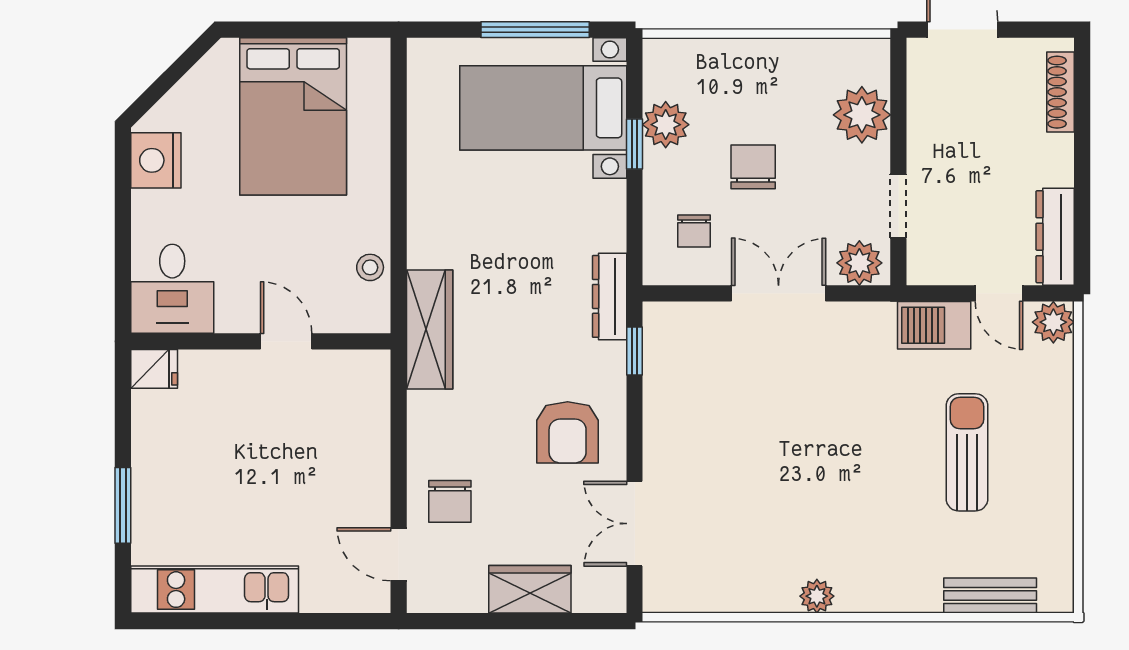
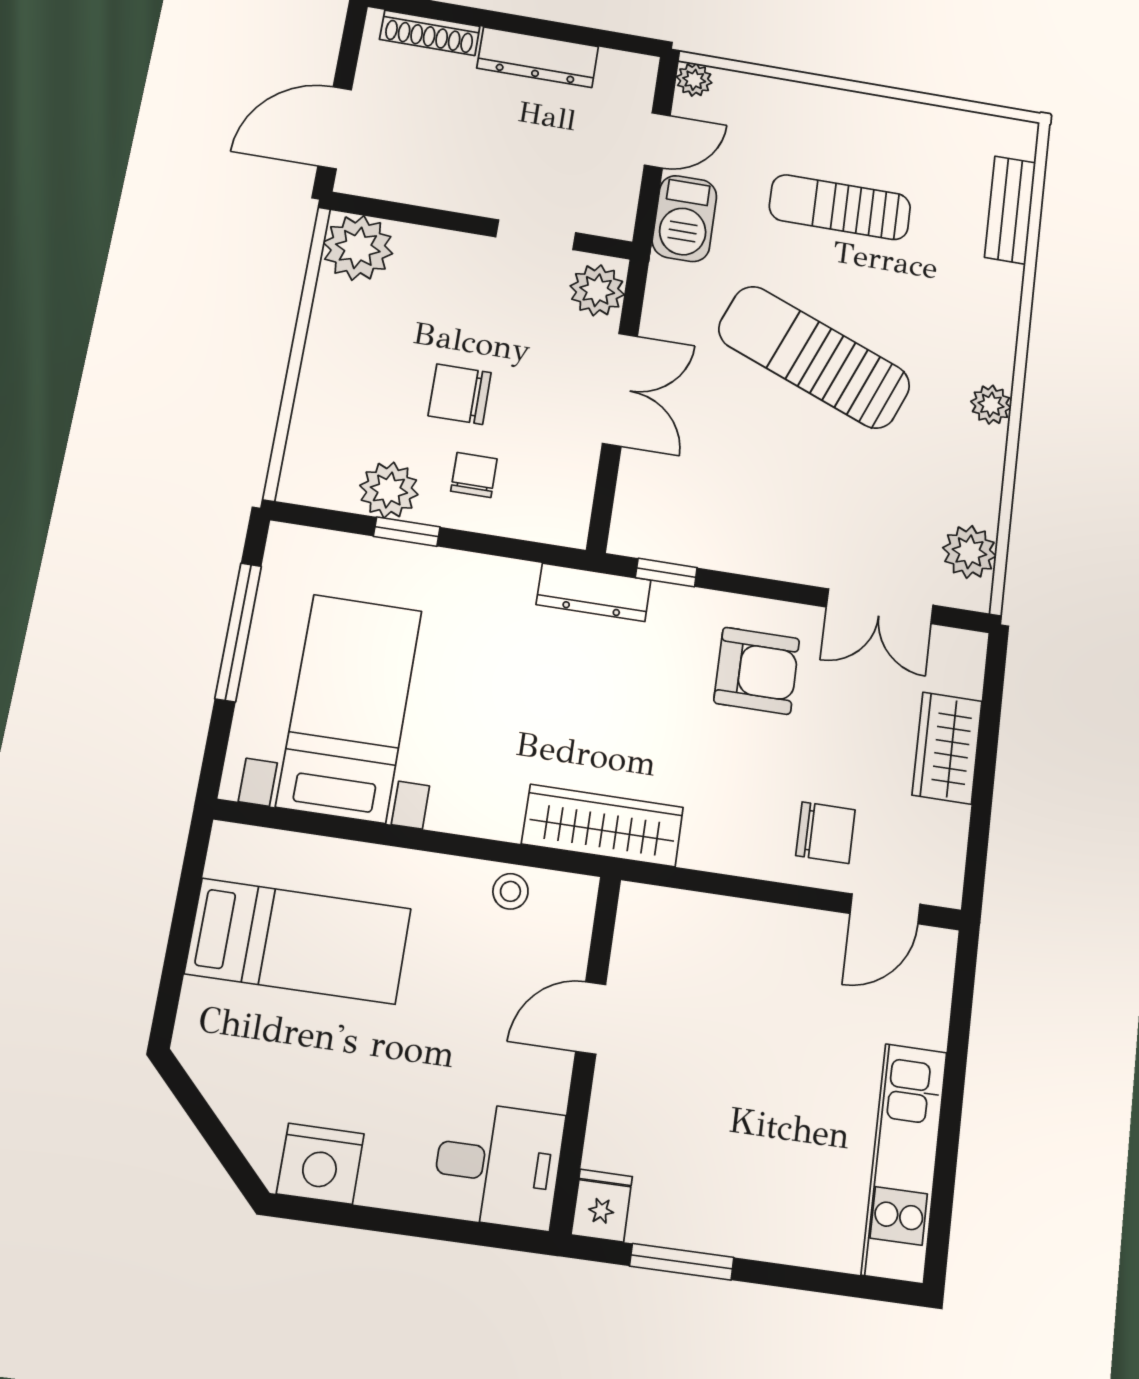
bed with nightstands: (543, 108) -> (349, 708), moved, turned 180
plant: (862, 115) -> (358, 248), moved
bed: (293, 116) -> (298, 941), width x0.67
chair: (694, 231) -> (474, 475), moved, turned -90
dresser: (1055, 237) -> (538, 57), moved
double door: (779, 293) -> (620, 390), swing flipped
plant: (1053, 322) -> (694, 80), width x0.73, depth x0.73
sun lounger: (833, 447) -> (814, 357), added
window: (123, 505) -> (682, 1262), moved
plant: (690, 591) -> (969, 552), added

